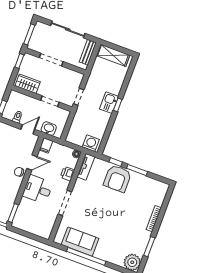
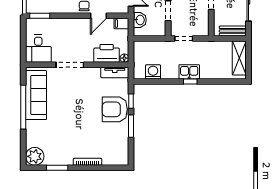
washing machine: (91, 143) -> (153, 72), moved, turned -90
door: (32, 163) -> (99, 16), hinge flipped
printer: (67, 174) -> (107, 53), width x1.87, depth x1.48
desk: (38, 189) -> (38, 49), moved, turned 180
sofa: (80, 242) -> (36, 95), width x1.36

